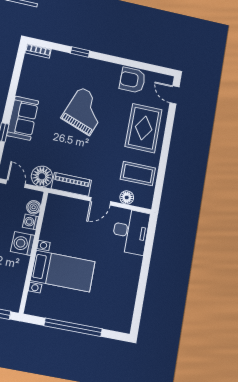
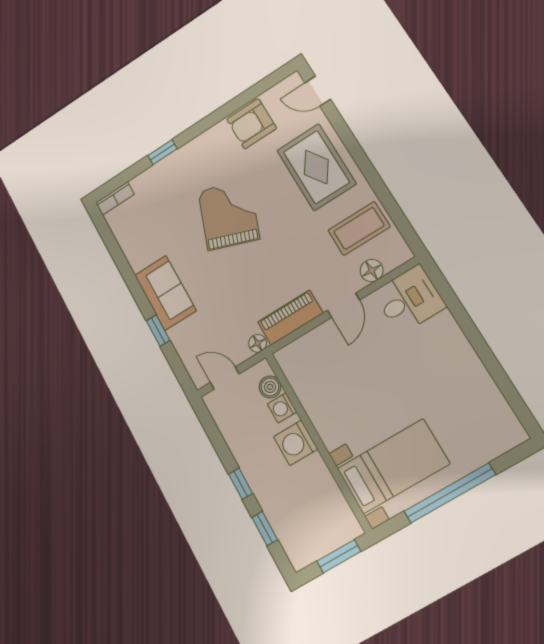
floor lamp: (42, 176) -> (258, 343), width x0.53, depth x0.53
desk: (131, 231) -> (409, 300), width x0.73
bed with nightstands: (63, 271) -> (393, 466), moved

